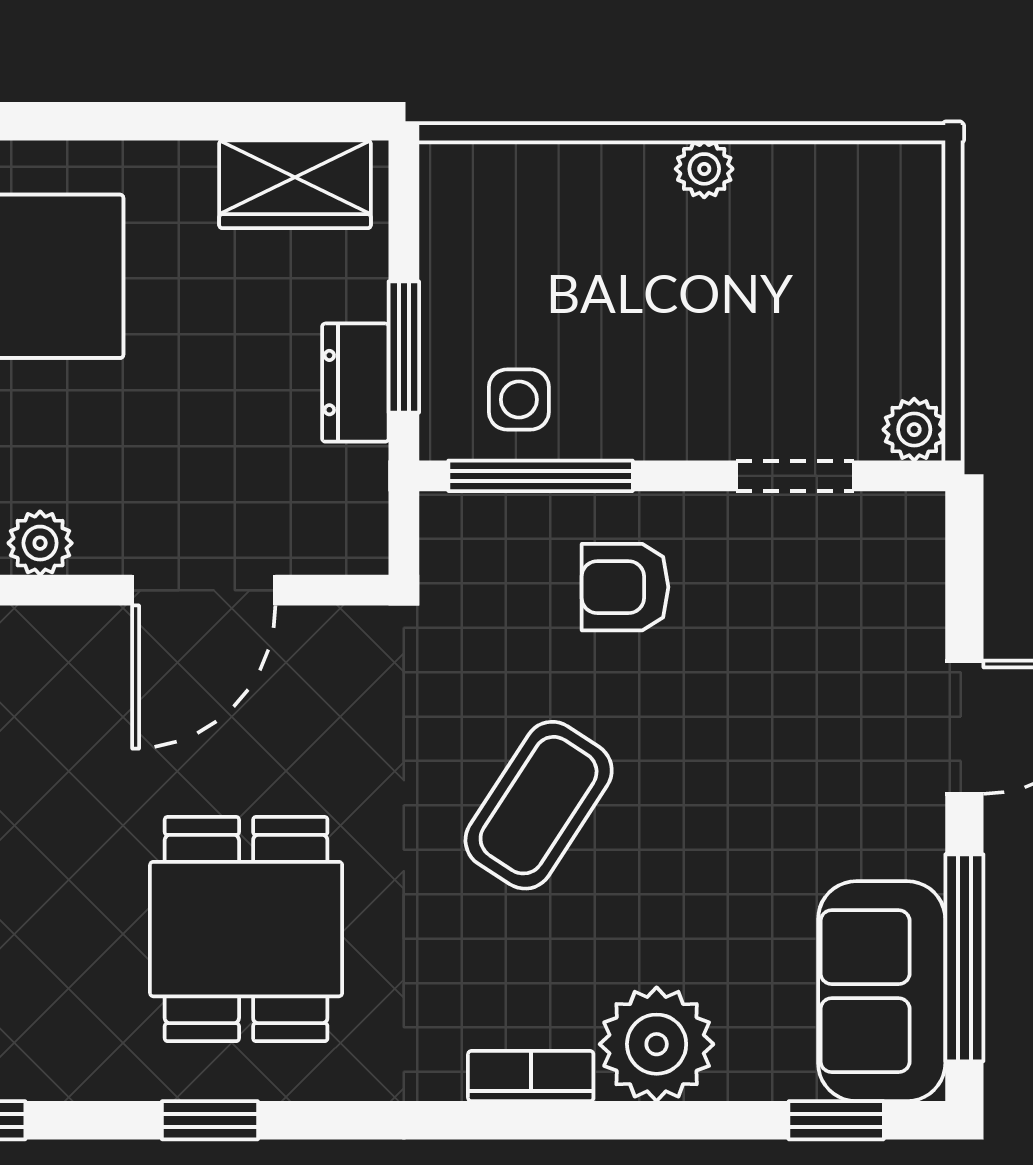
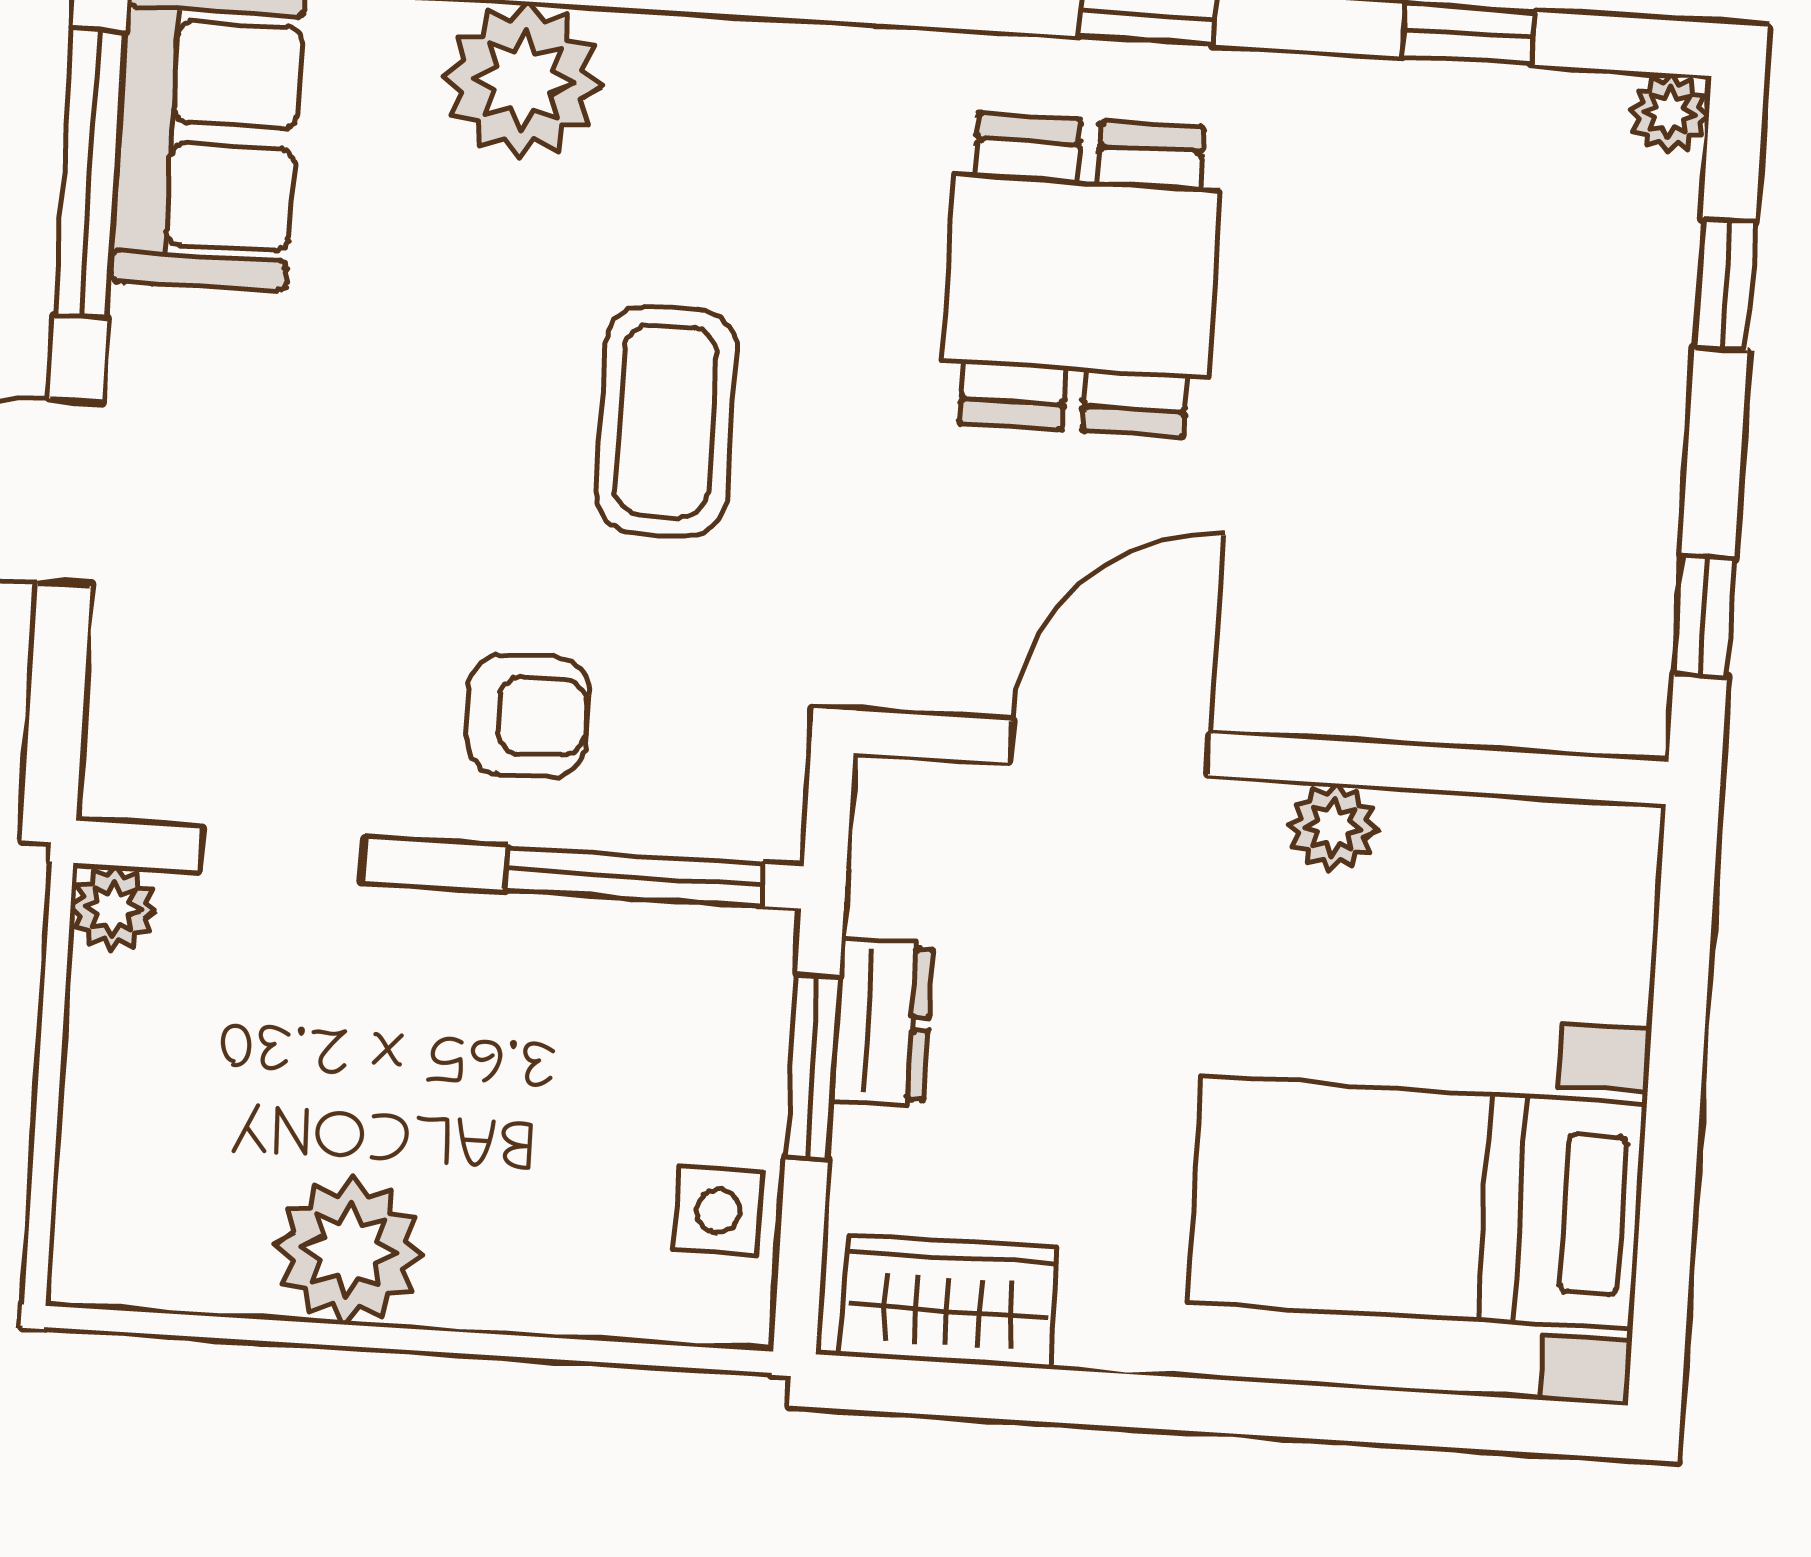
plant: (704, 169) -> (349, 1250), width x1.88, depth x1.88
side table: (519, 400) -> (718, 1211), moved
coffee table: (539, 805) -> (666, 421), turned -33
bookcase: (531, 1076) -> (700, 47), removed

